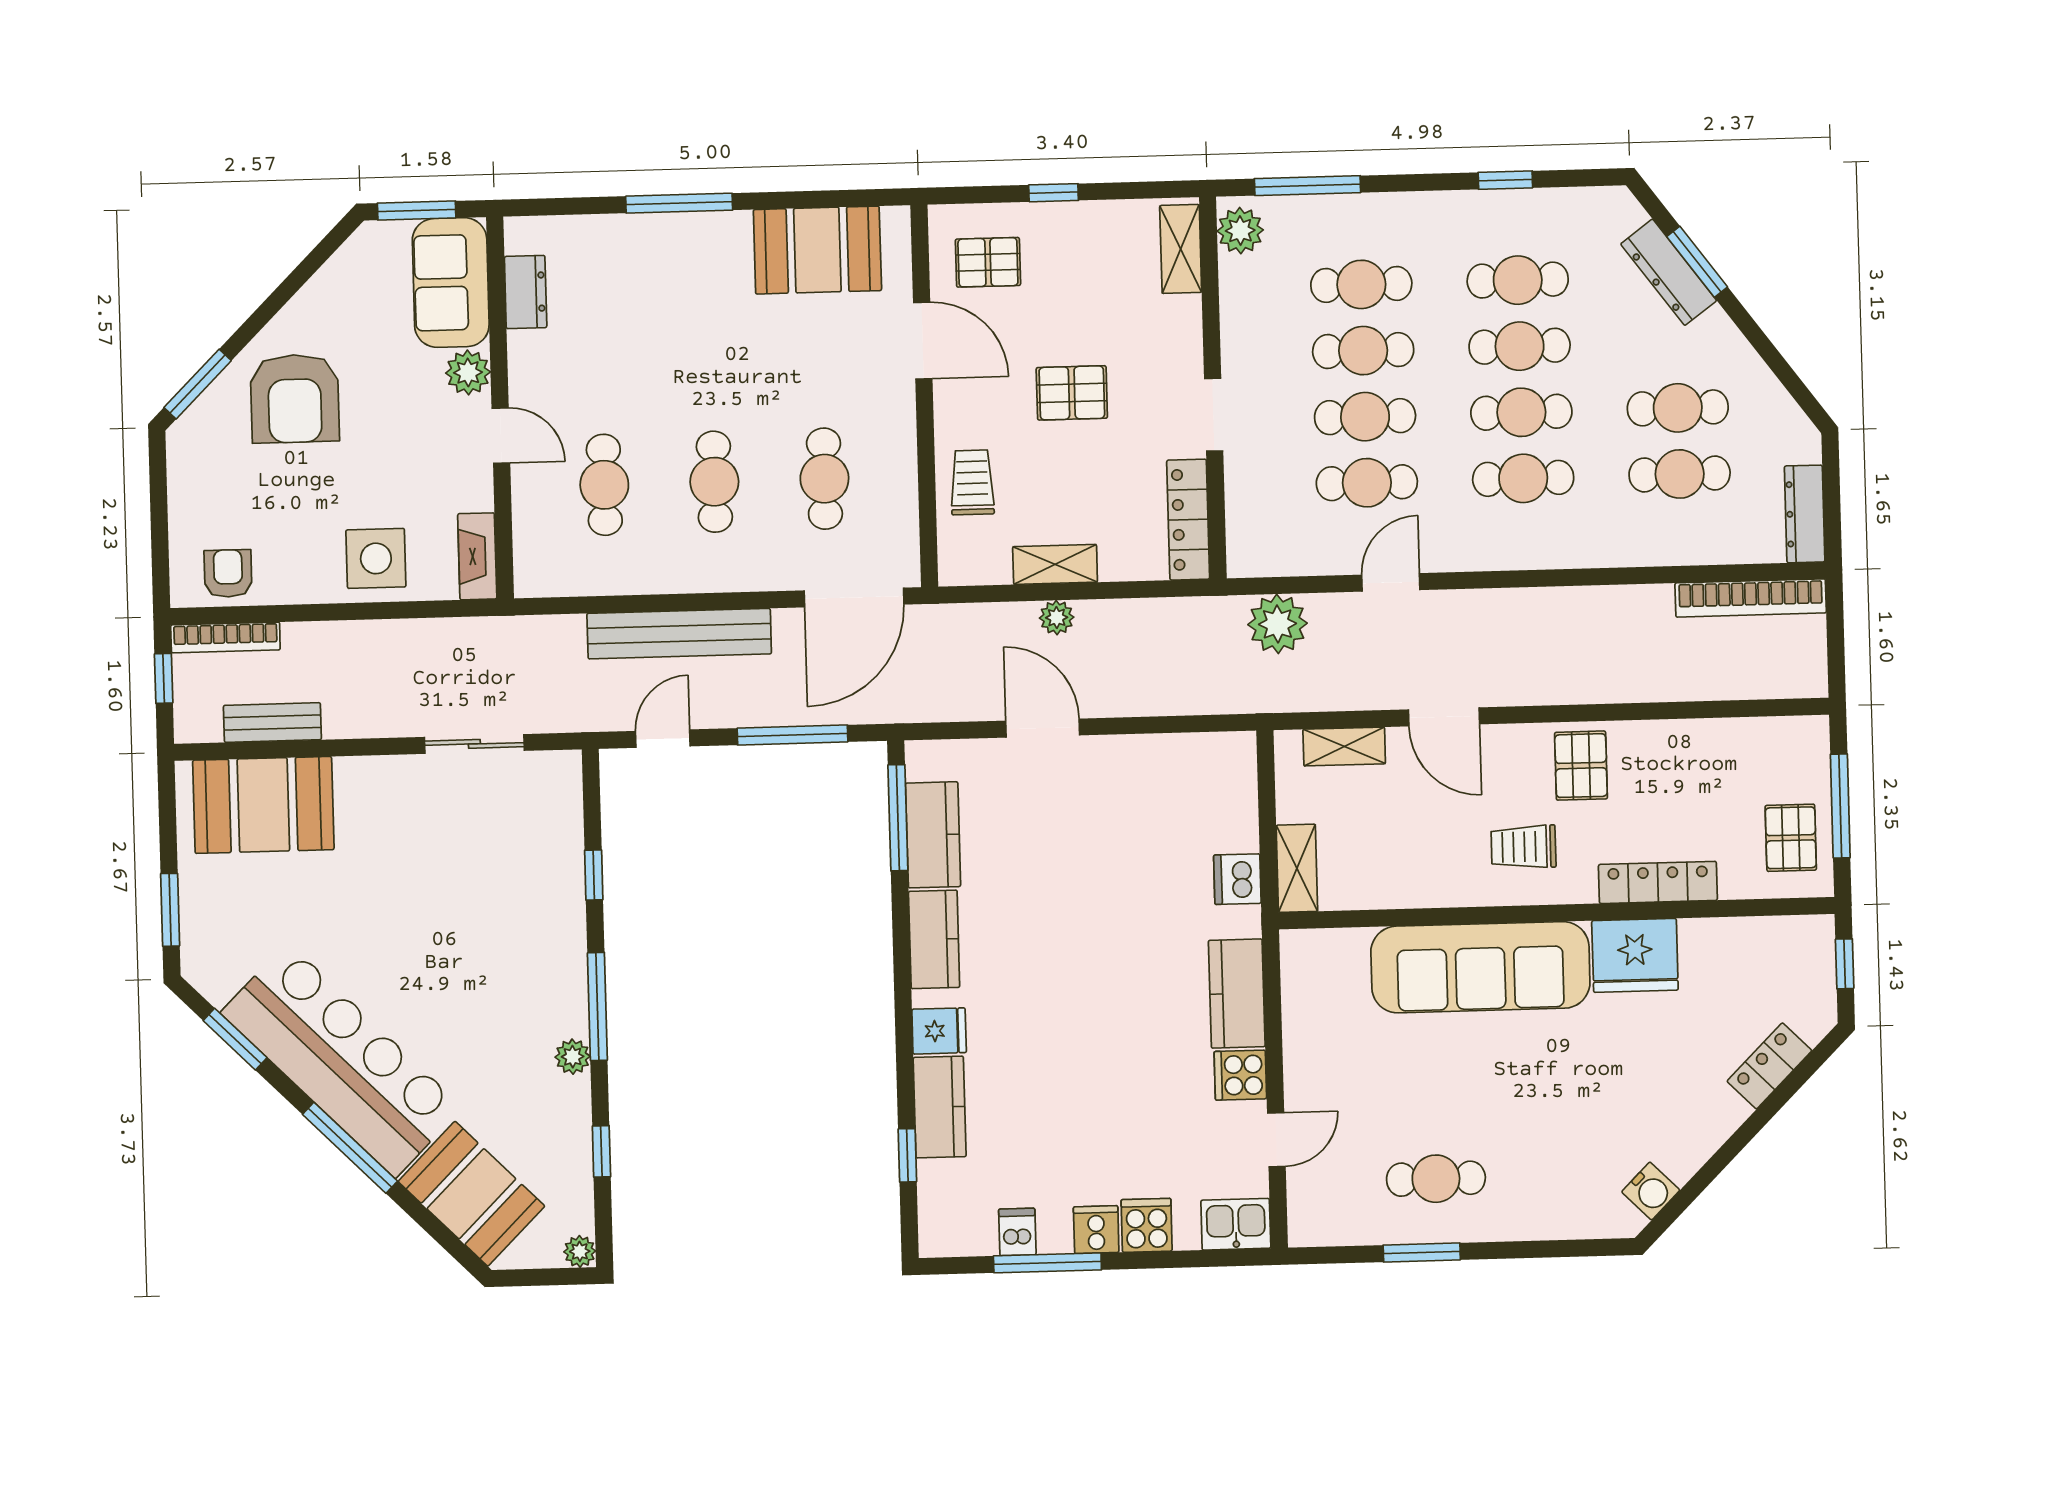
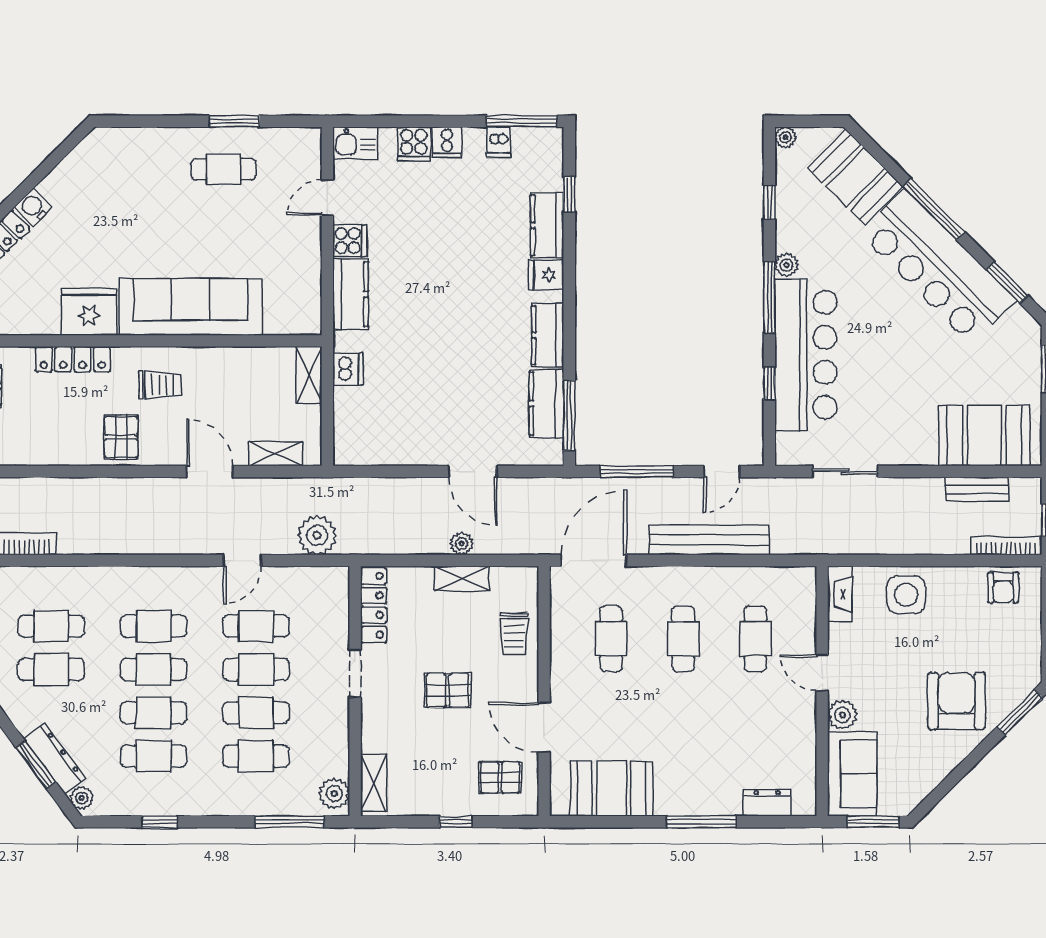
plant: (1626, 213) -> (82, 798), added
dresser: (526, 292) -> (767, 803), moved, turned 90
bar counter: (539, 920) -> (806, 355), added
water cooler: (1651, 1191) -> (33, 207), moved
window: (1047, 1263) -> (522, 121), moved

